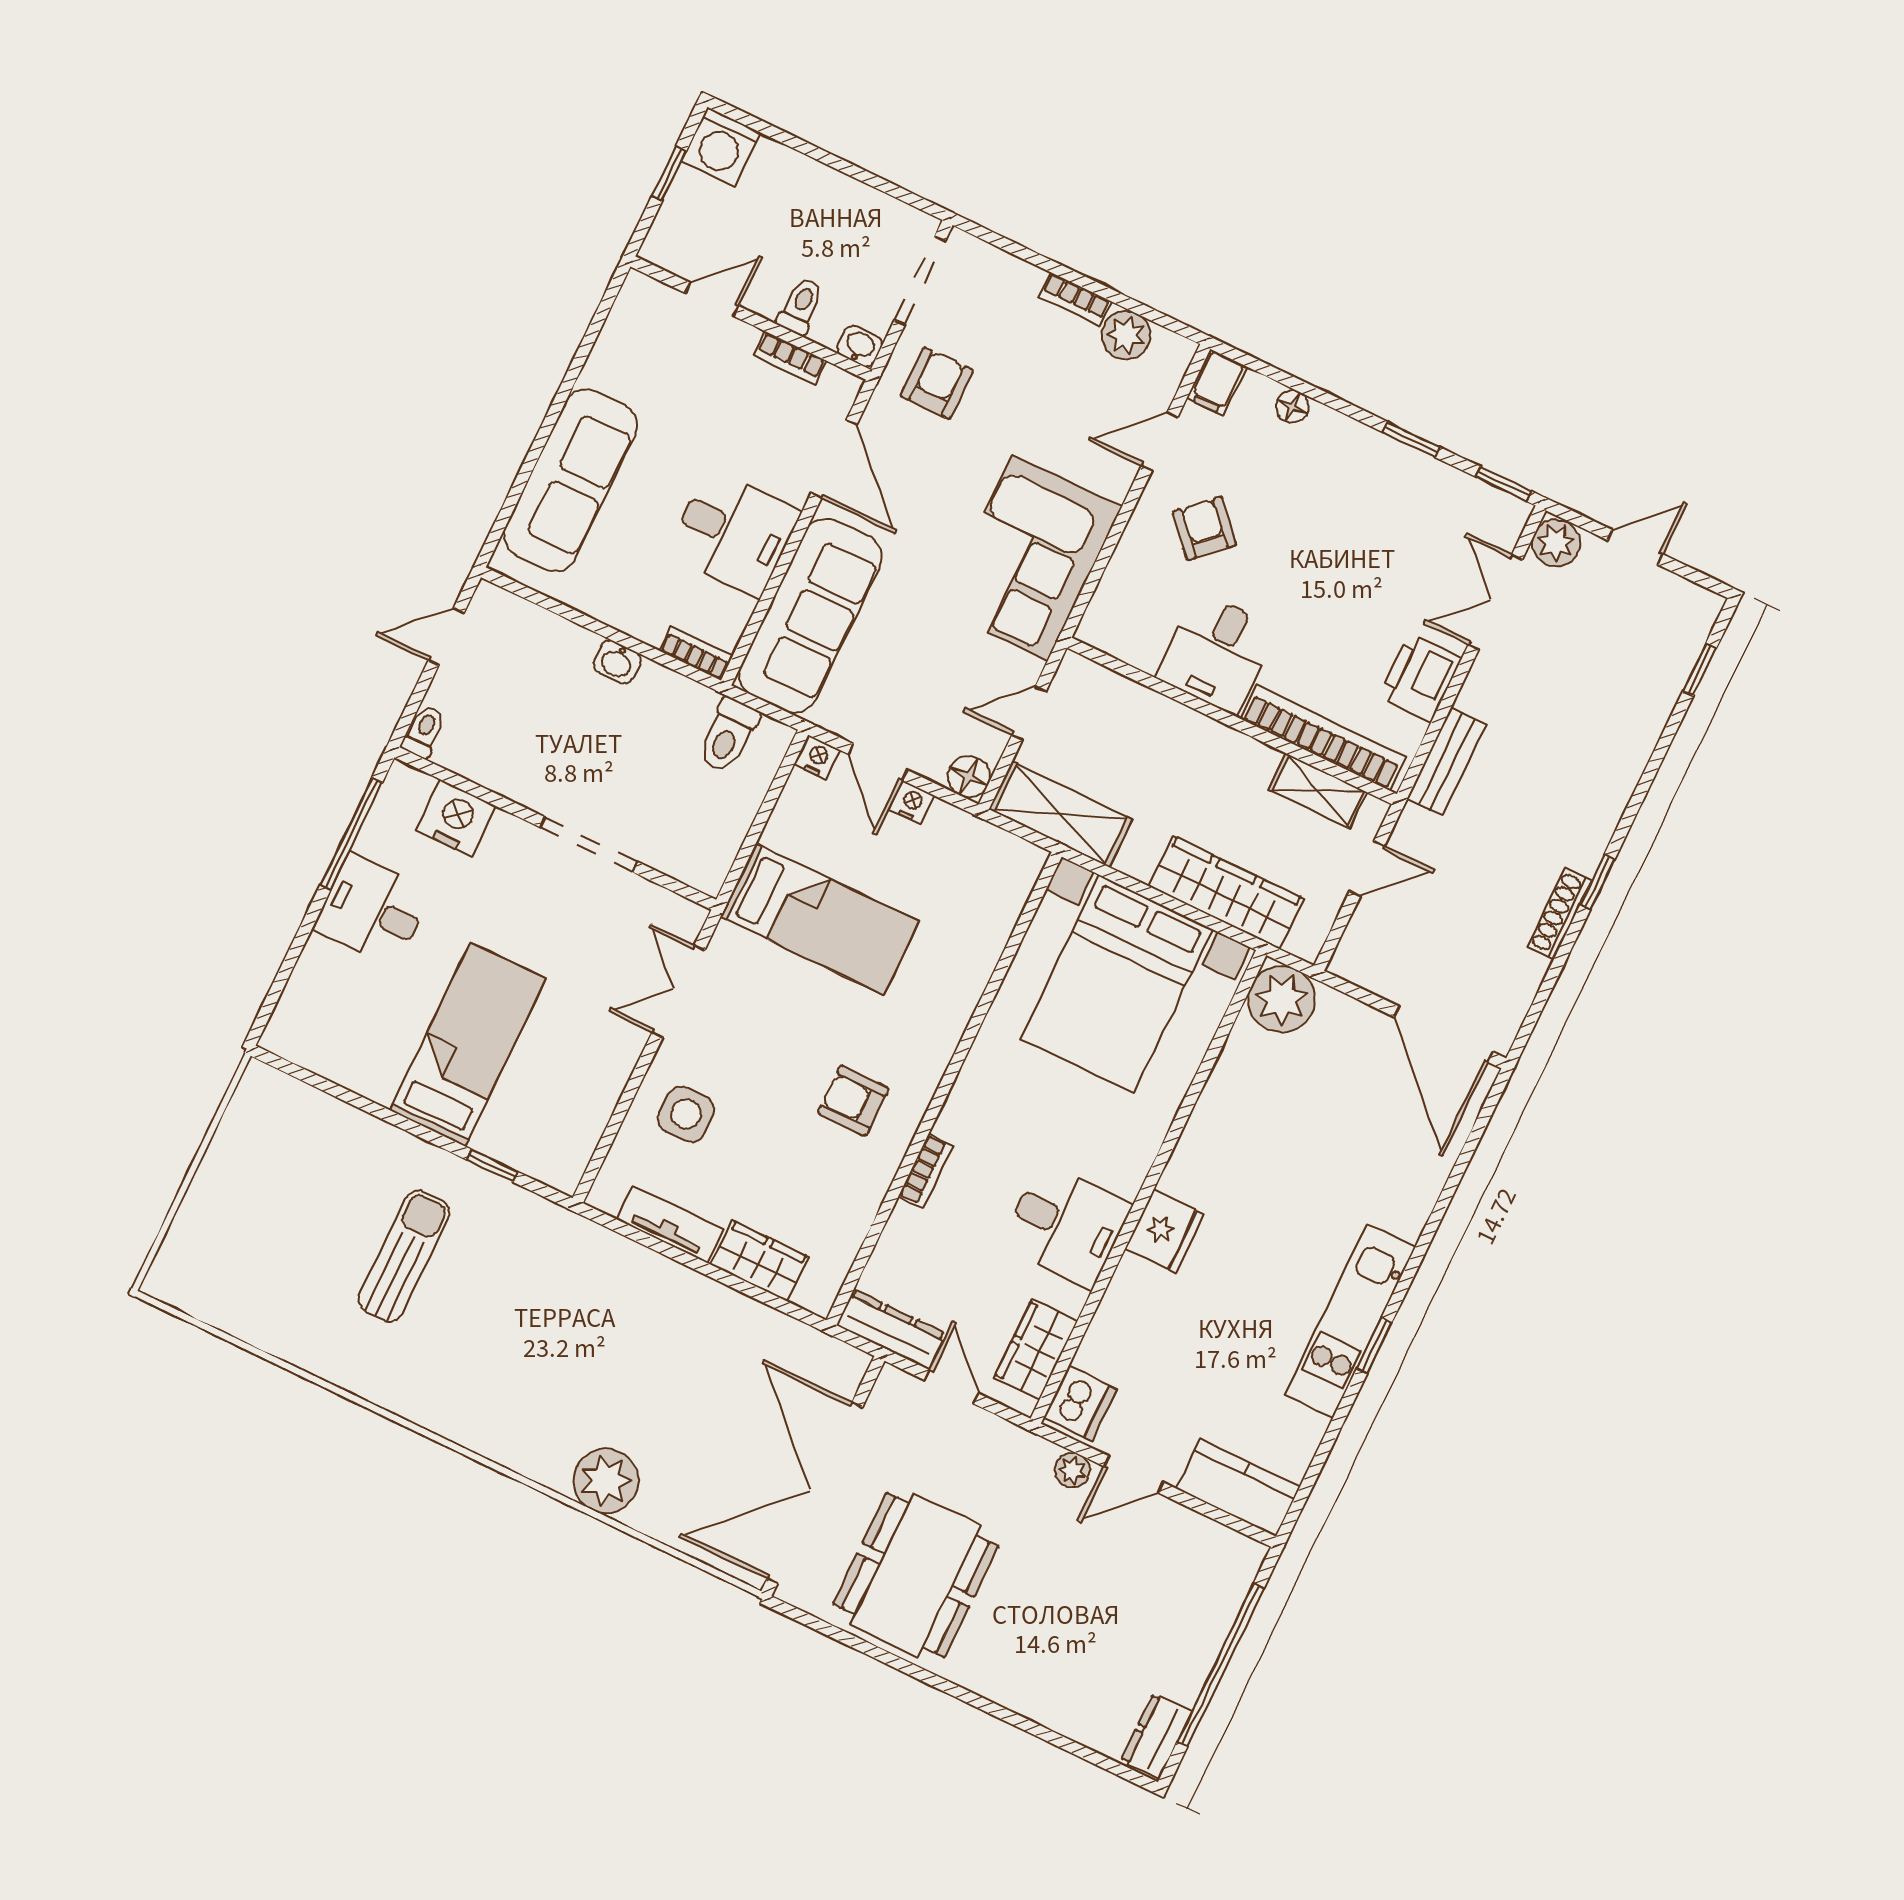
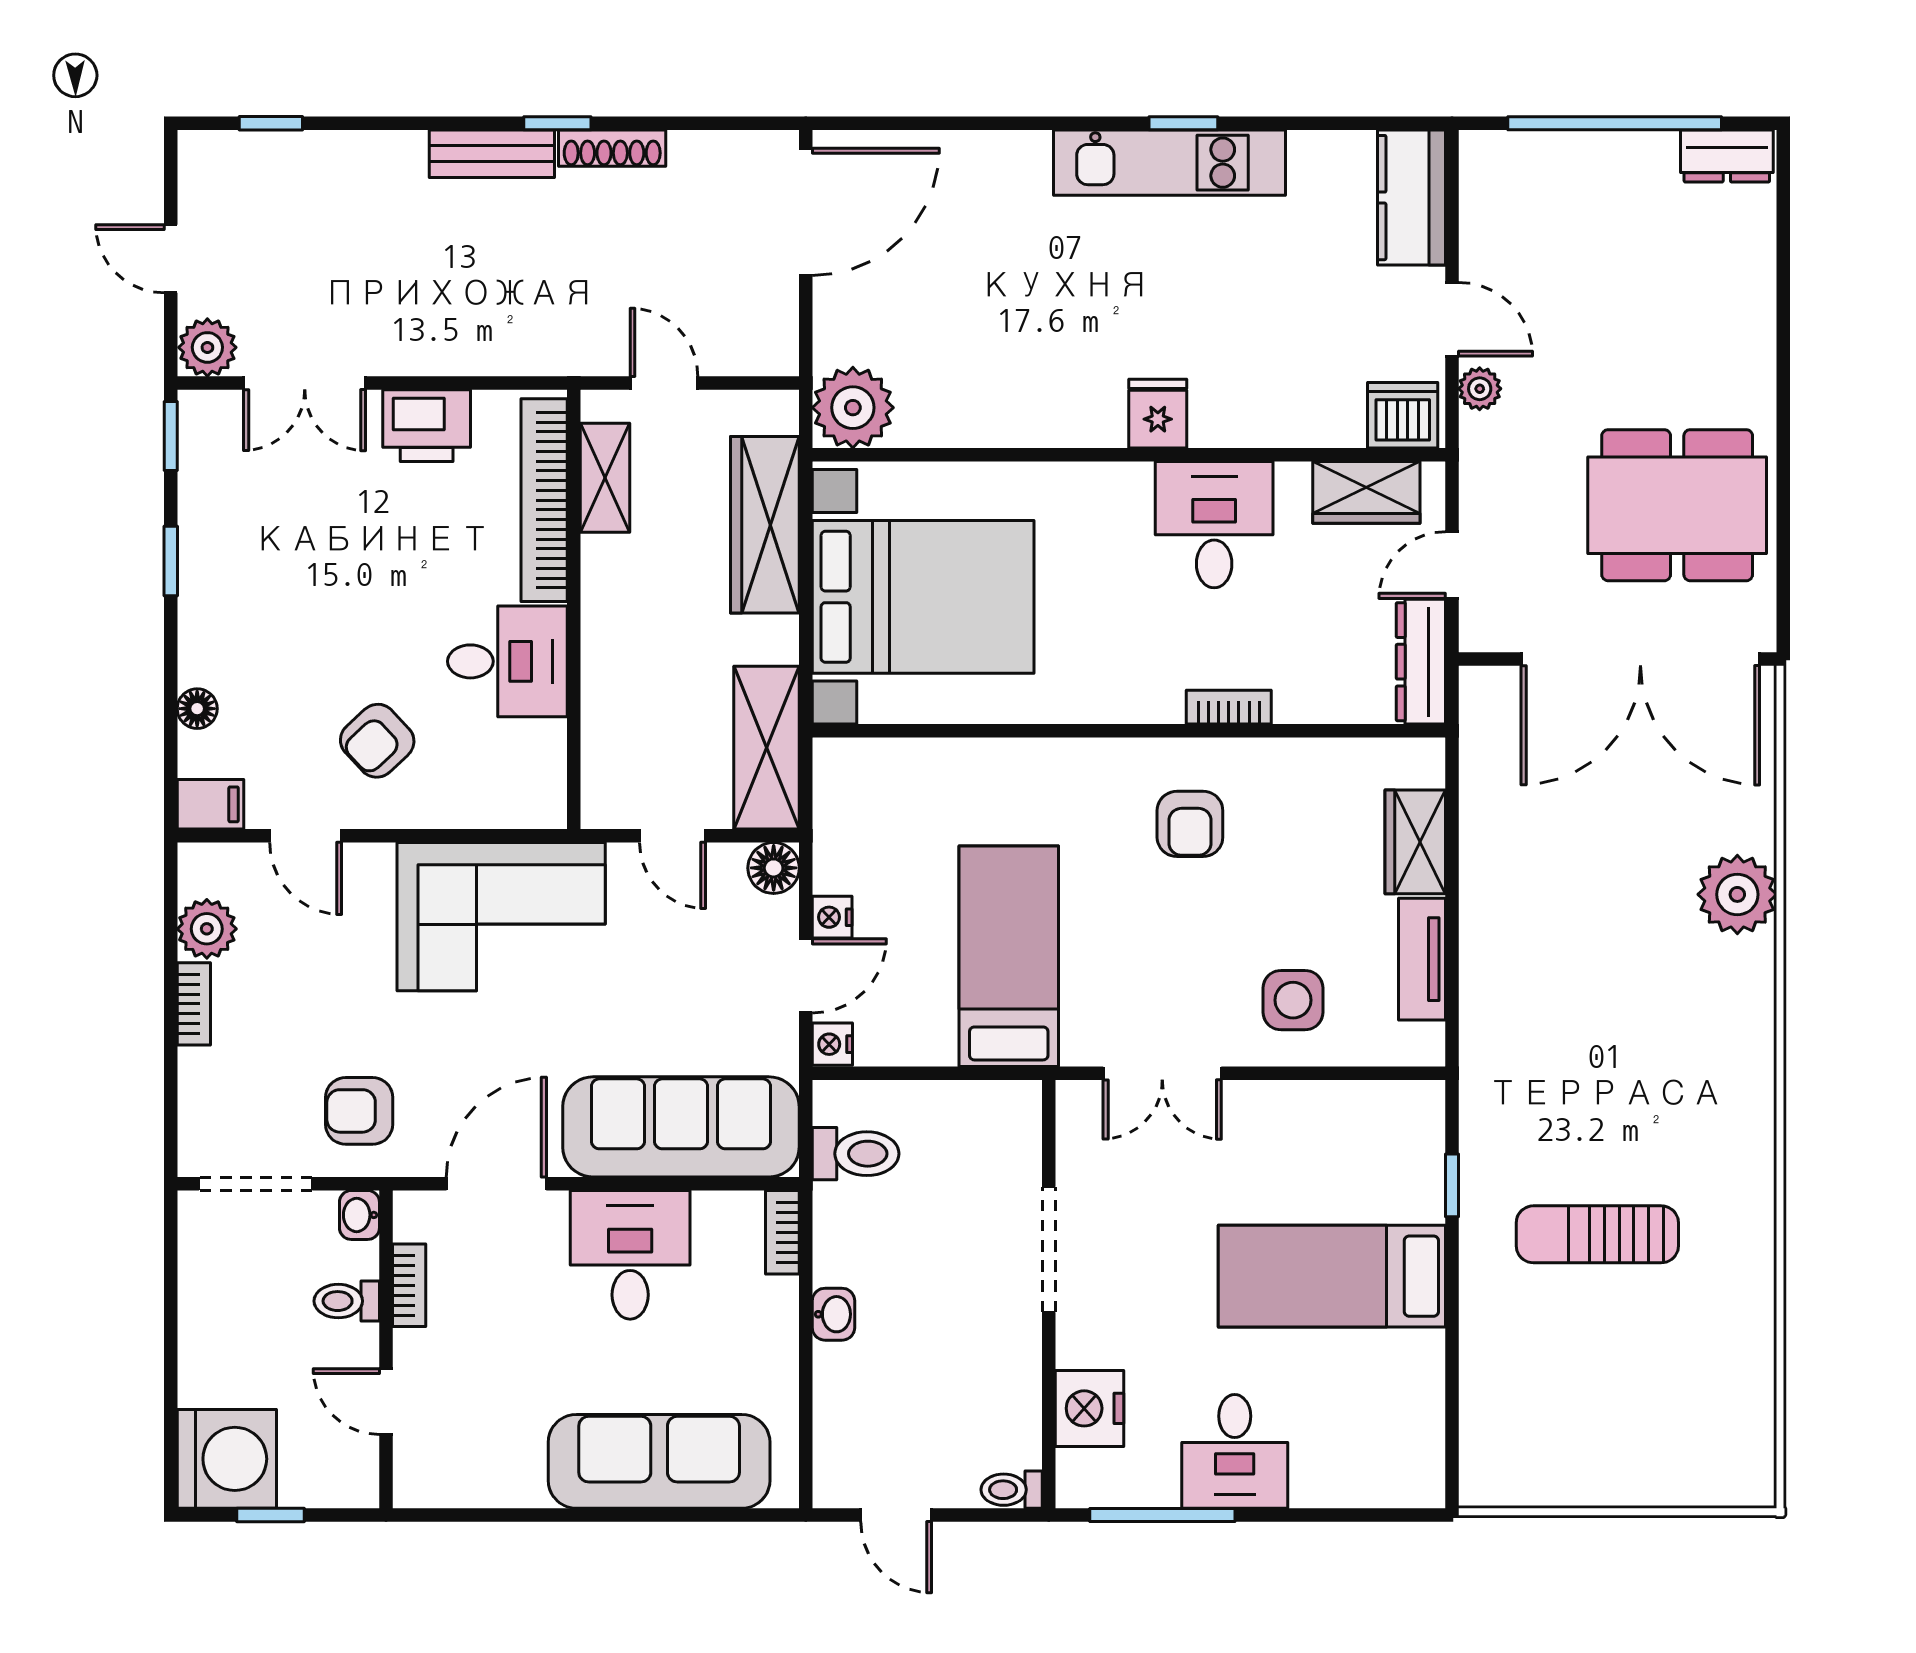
washing machine: (721, 146) -> (227, 1459), width x1.37, depth x1.37
bench: (1446, 761) -> (492, 154), moved
fridge: (1165, 1231) -> (1158, 414), width x0.72

